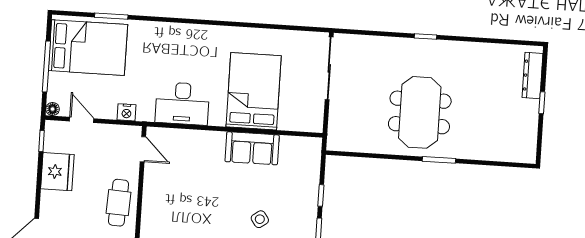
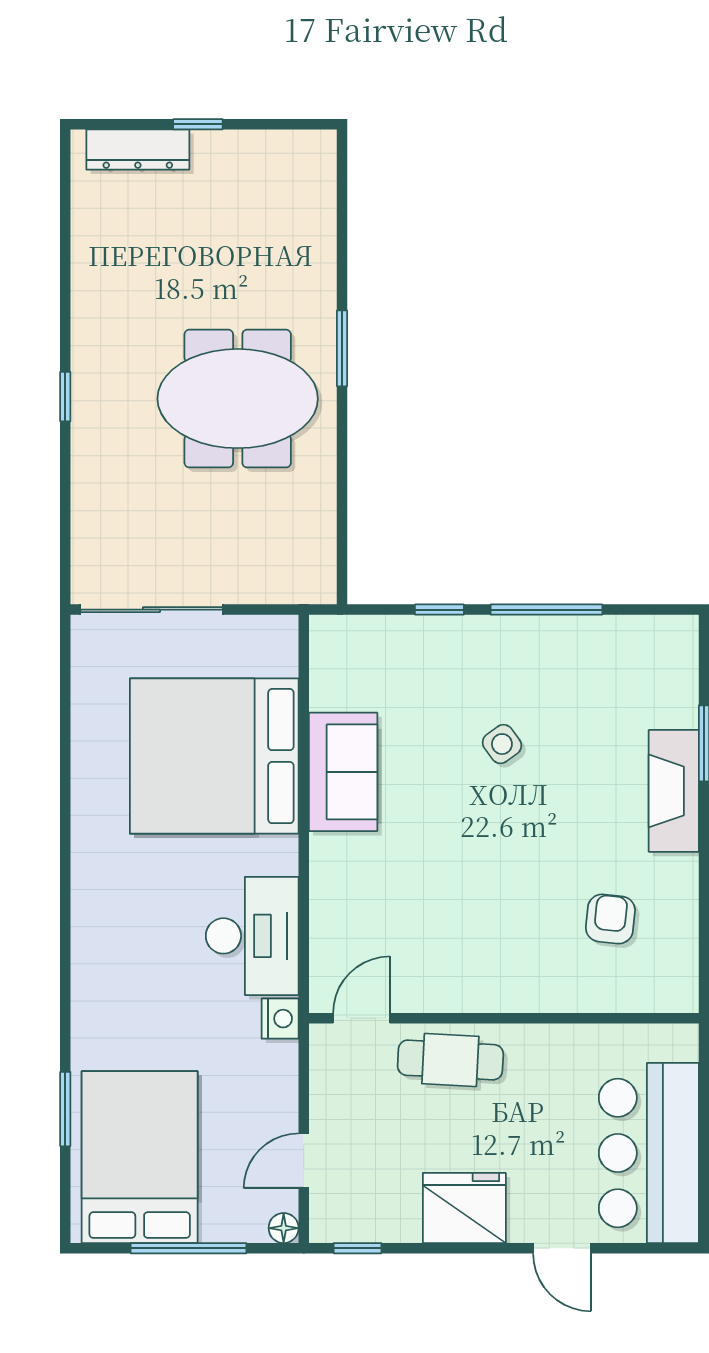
bed: (254, 91) -> (214, 756), width x1.36
nightstand: (127, 112) -> (280, 1019), moved
fridge: (57, 172) -> (464, 1208), moved
cafe table: (119, 203) -> (450, 1060), moved

